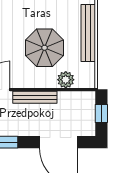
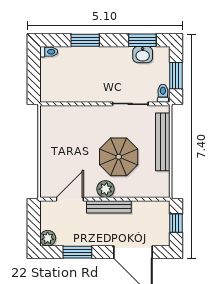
plant: (66, 80) -> (105, 189), moved

